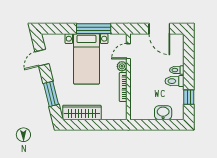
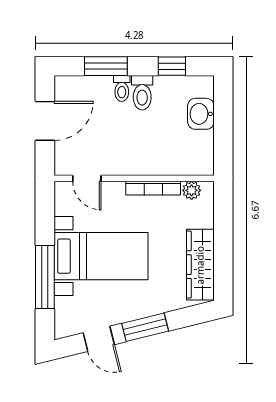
window: (94, 29) -> (45, 277), moved
window: (189, 62) -> (106, 66), added
plant: (122, 66) -> (192, 190), moved
window: (51, 94) -> (145, 327), moved

